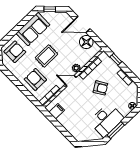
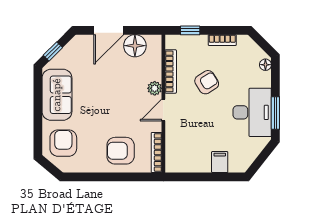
rug: (46, 56) -> (105, 110), removed
filing cabinet: (57, 111) -> (220, 162), moved

